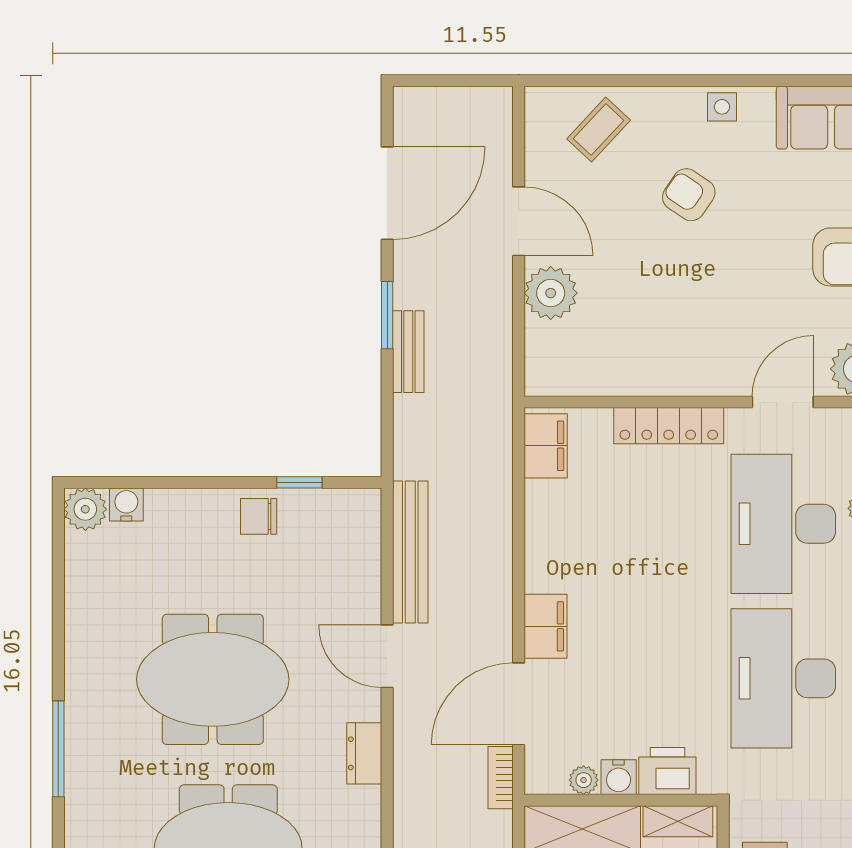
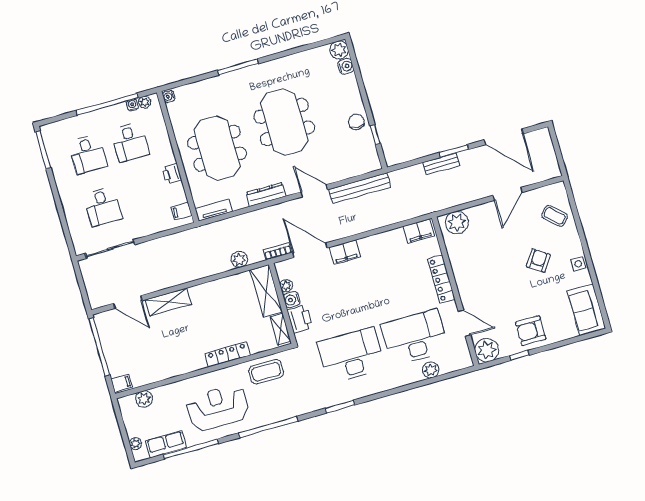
plant: (551, 293) -> (457, 223), moved
door: (387, 656) -> (314, 191), hinge flipped
dresser: (364, 753) -> (266, 194), width x1.44

